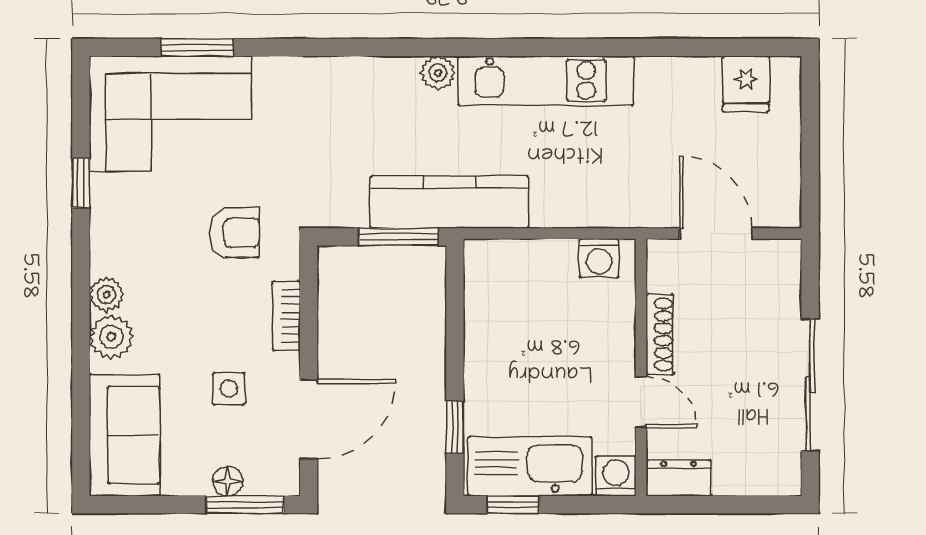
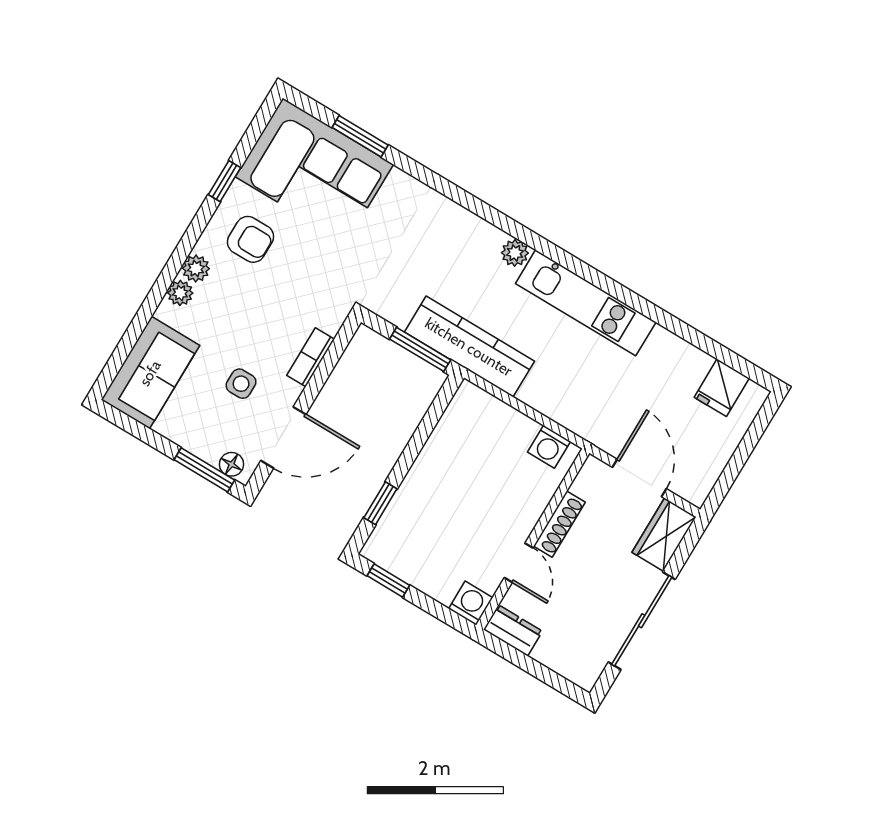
armchair: (234, 233) -> (250, 239), moved
wardrobe: (779, 278) -> (664, 535), added
plant: (111, 337) -> (180, 293), width x0.73, depth x0.73
kitchen sink: (530, 466) -> (416, 561), removed
floor lamp: (228, 481) -> (232, 464), moved

